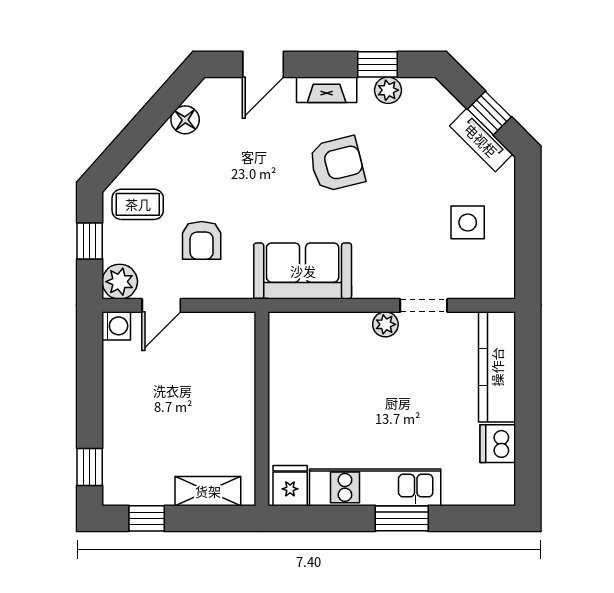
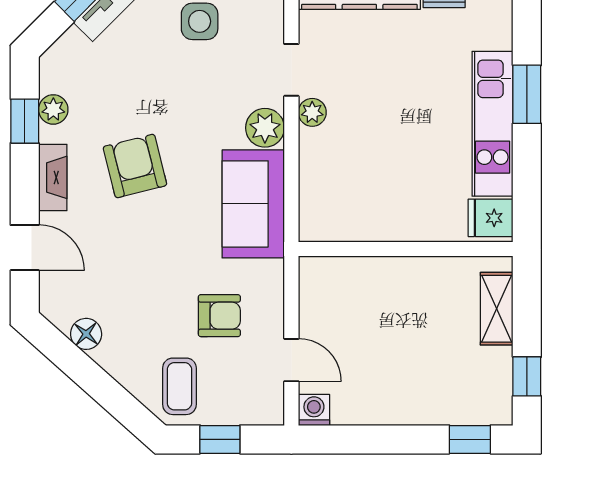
plant: (120, 282) -> (265, 128), moved

